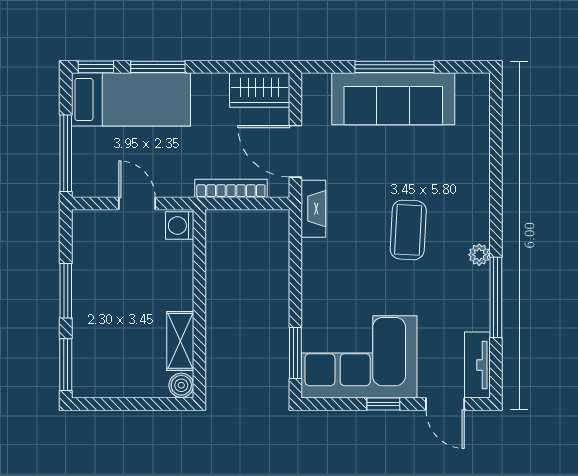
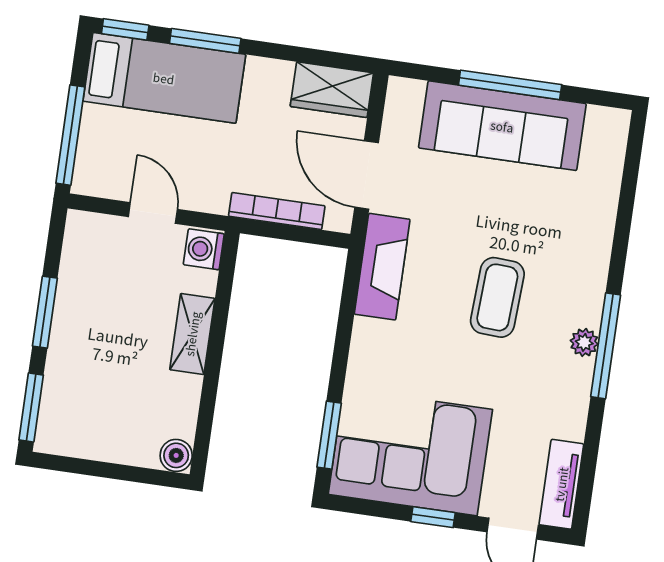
fireplace: (313, 209) -> (382, 267), width x1.37, depth x1.32
window: (496, 297) -> (606, 346), moved
shelving: (180, 341) -> (192, 334), moved

